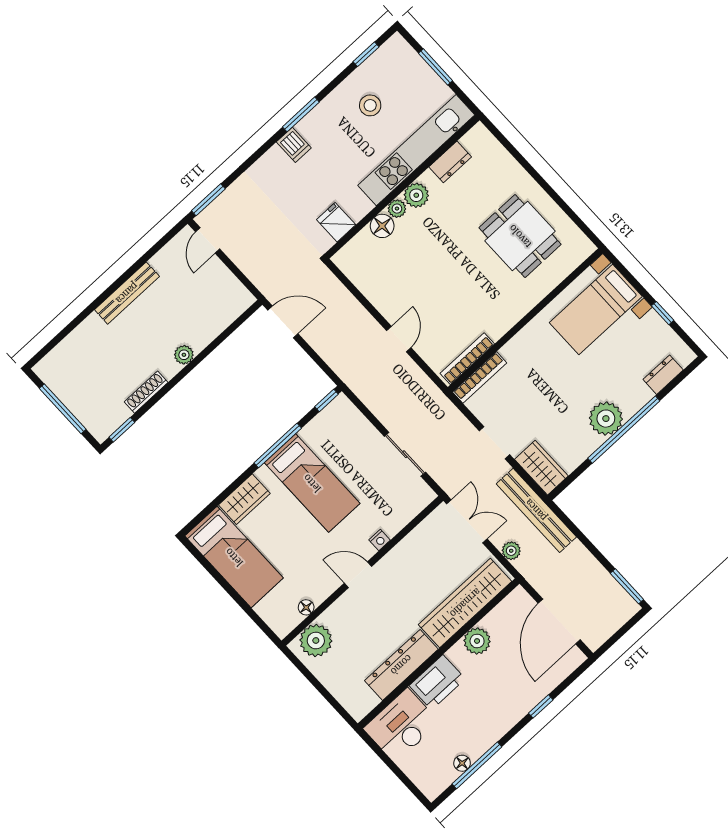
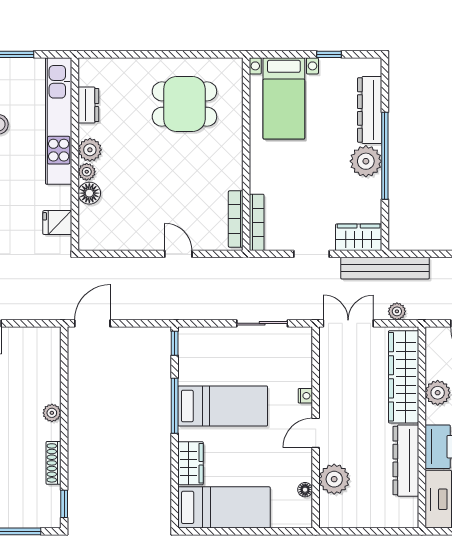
dresser: (663, 375) -> (370, 110), width x1.96, depth x1.24
plant: (316, 640) -> (334, 479), moved

